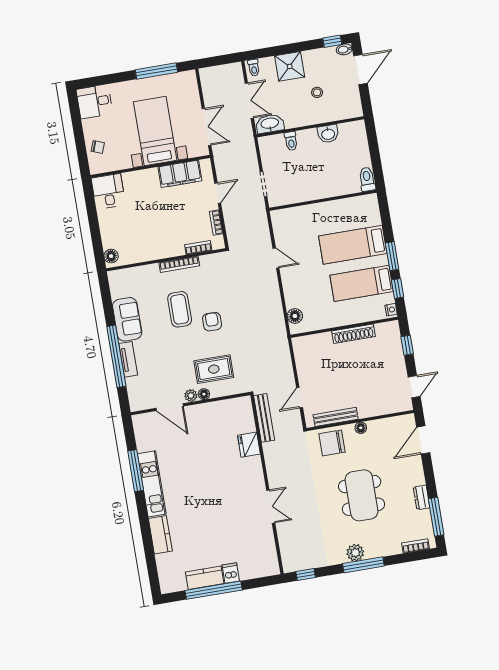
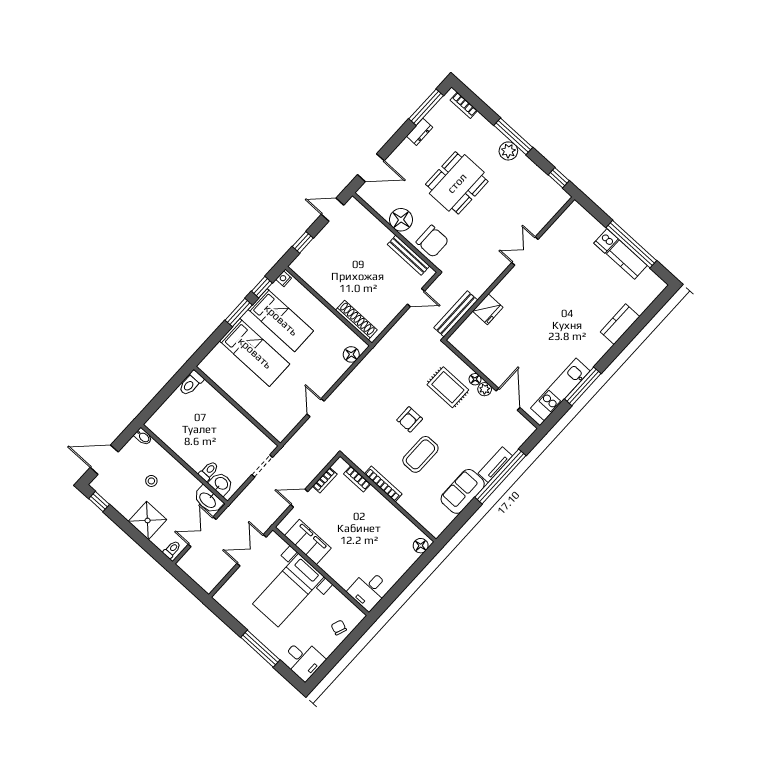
bidet: (344, 49) -> (143, 437), moved
window: (156, 71) -> (260, 649), moved
washbasin: (328, 134) -> (221, 484), moved
shoe rack: (354, 334) -> (356, 320), moved
floor lamp: (361, 428) -> (401, 220), width x1.89, depth x1.89
kitchen unit: (152, 484) -> (560, 389), moved

